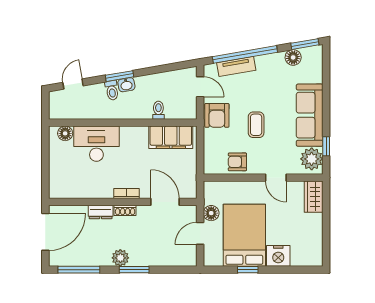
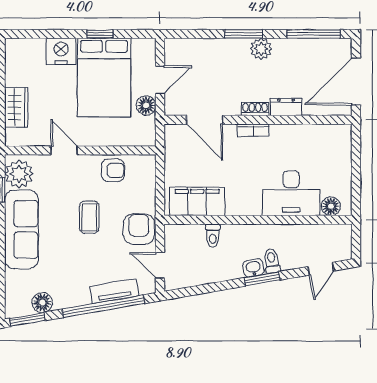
wardrobe: (314, 197) -> (16, 107), moved

